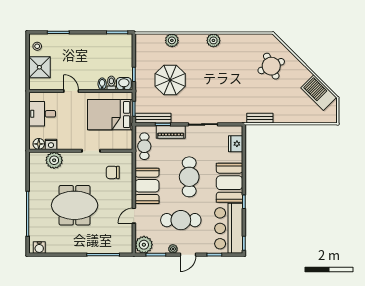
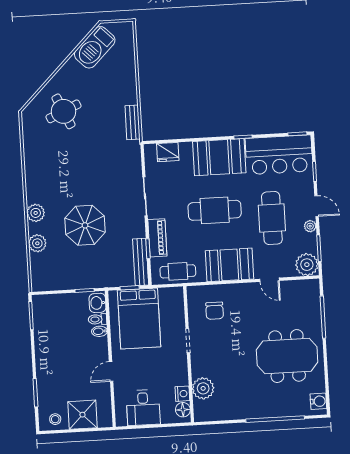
plant: (213, 40) -> (36, 213), moved
parasol: (170, 80) -> (85, 225), moved
meeting table: (75, 205) -> (287, 356), moved, turned 90

